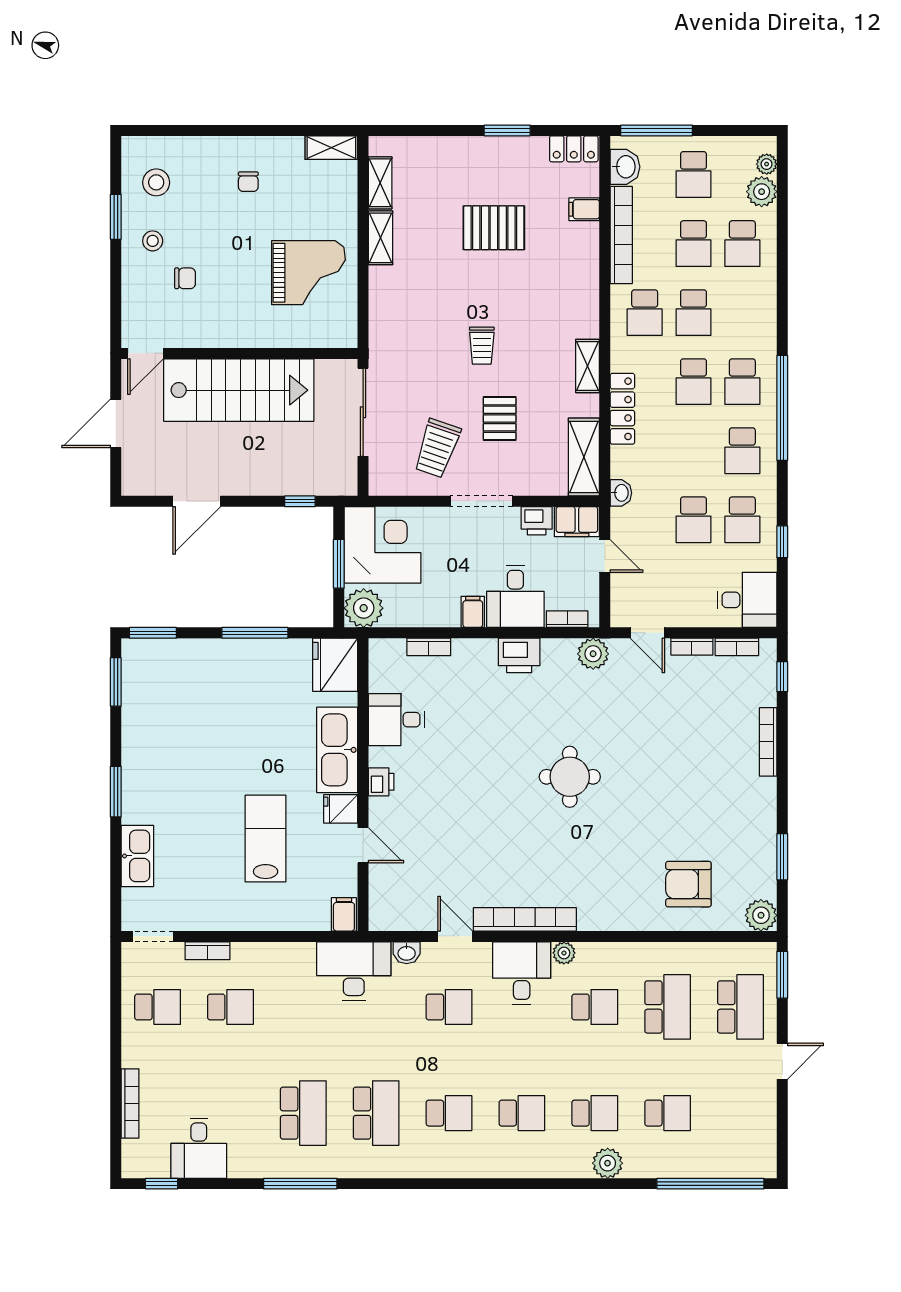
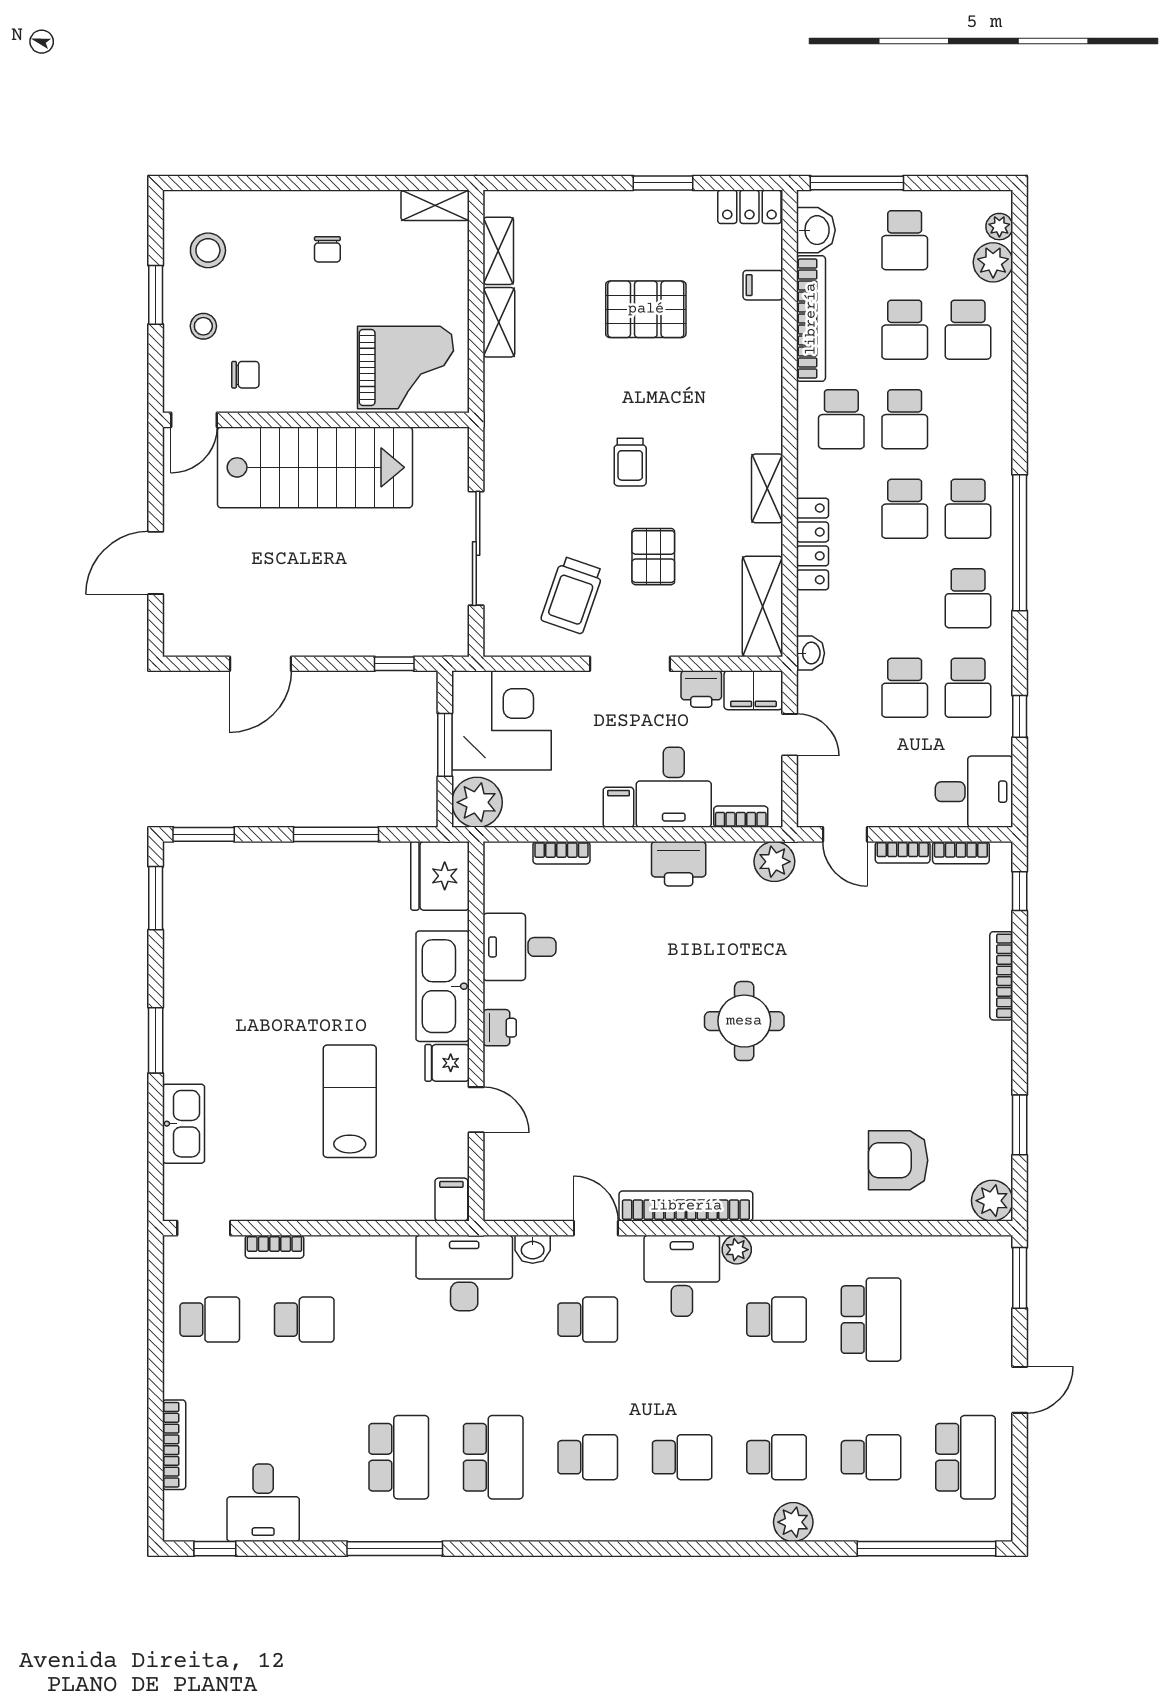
door: (146, 353) -> (194, 420), moved
wall: (239, 353) -> (316, 420), moved
stairs: (239, 390) -> (315, 467), moved
school desk: (740, 1007) -> (966, 1457), moved

